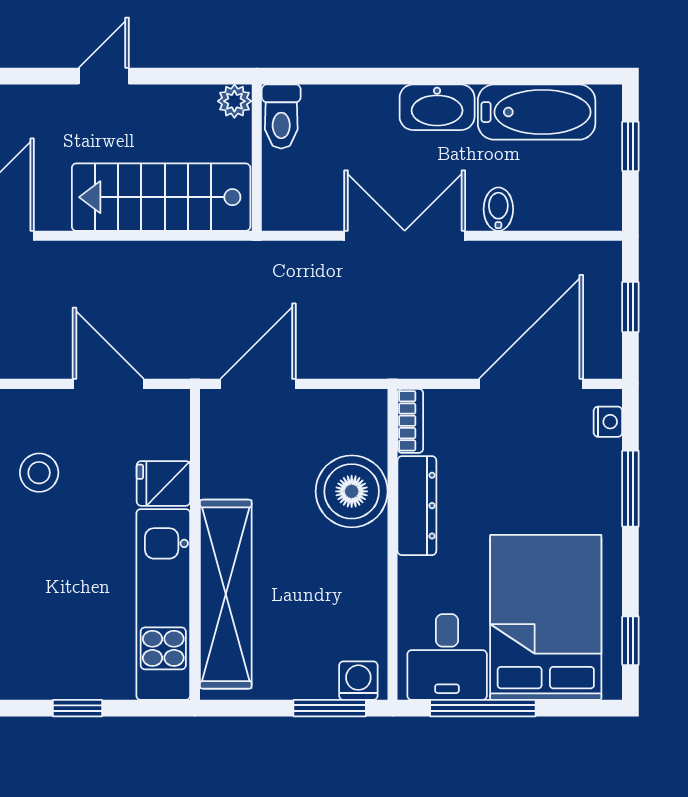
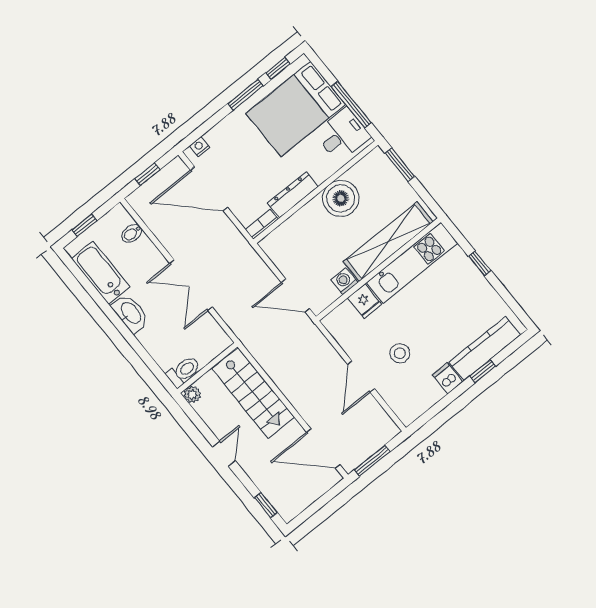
door: (104, 76) -> (224, 454), swing flipped
bidet: (498, 209) -> (132, 233), moved
door: (108, 384) -> (361, 377), moved
window: (630, 489) -> (246, 95), moved
boiler: (352, 491) -> (341, 198), moved
washing machine: (358, 681) -> (344, 281), moved, turned 90

